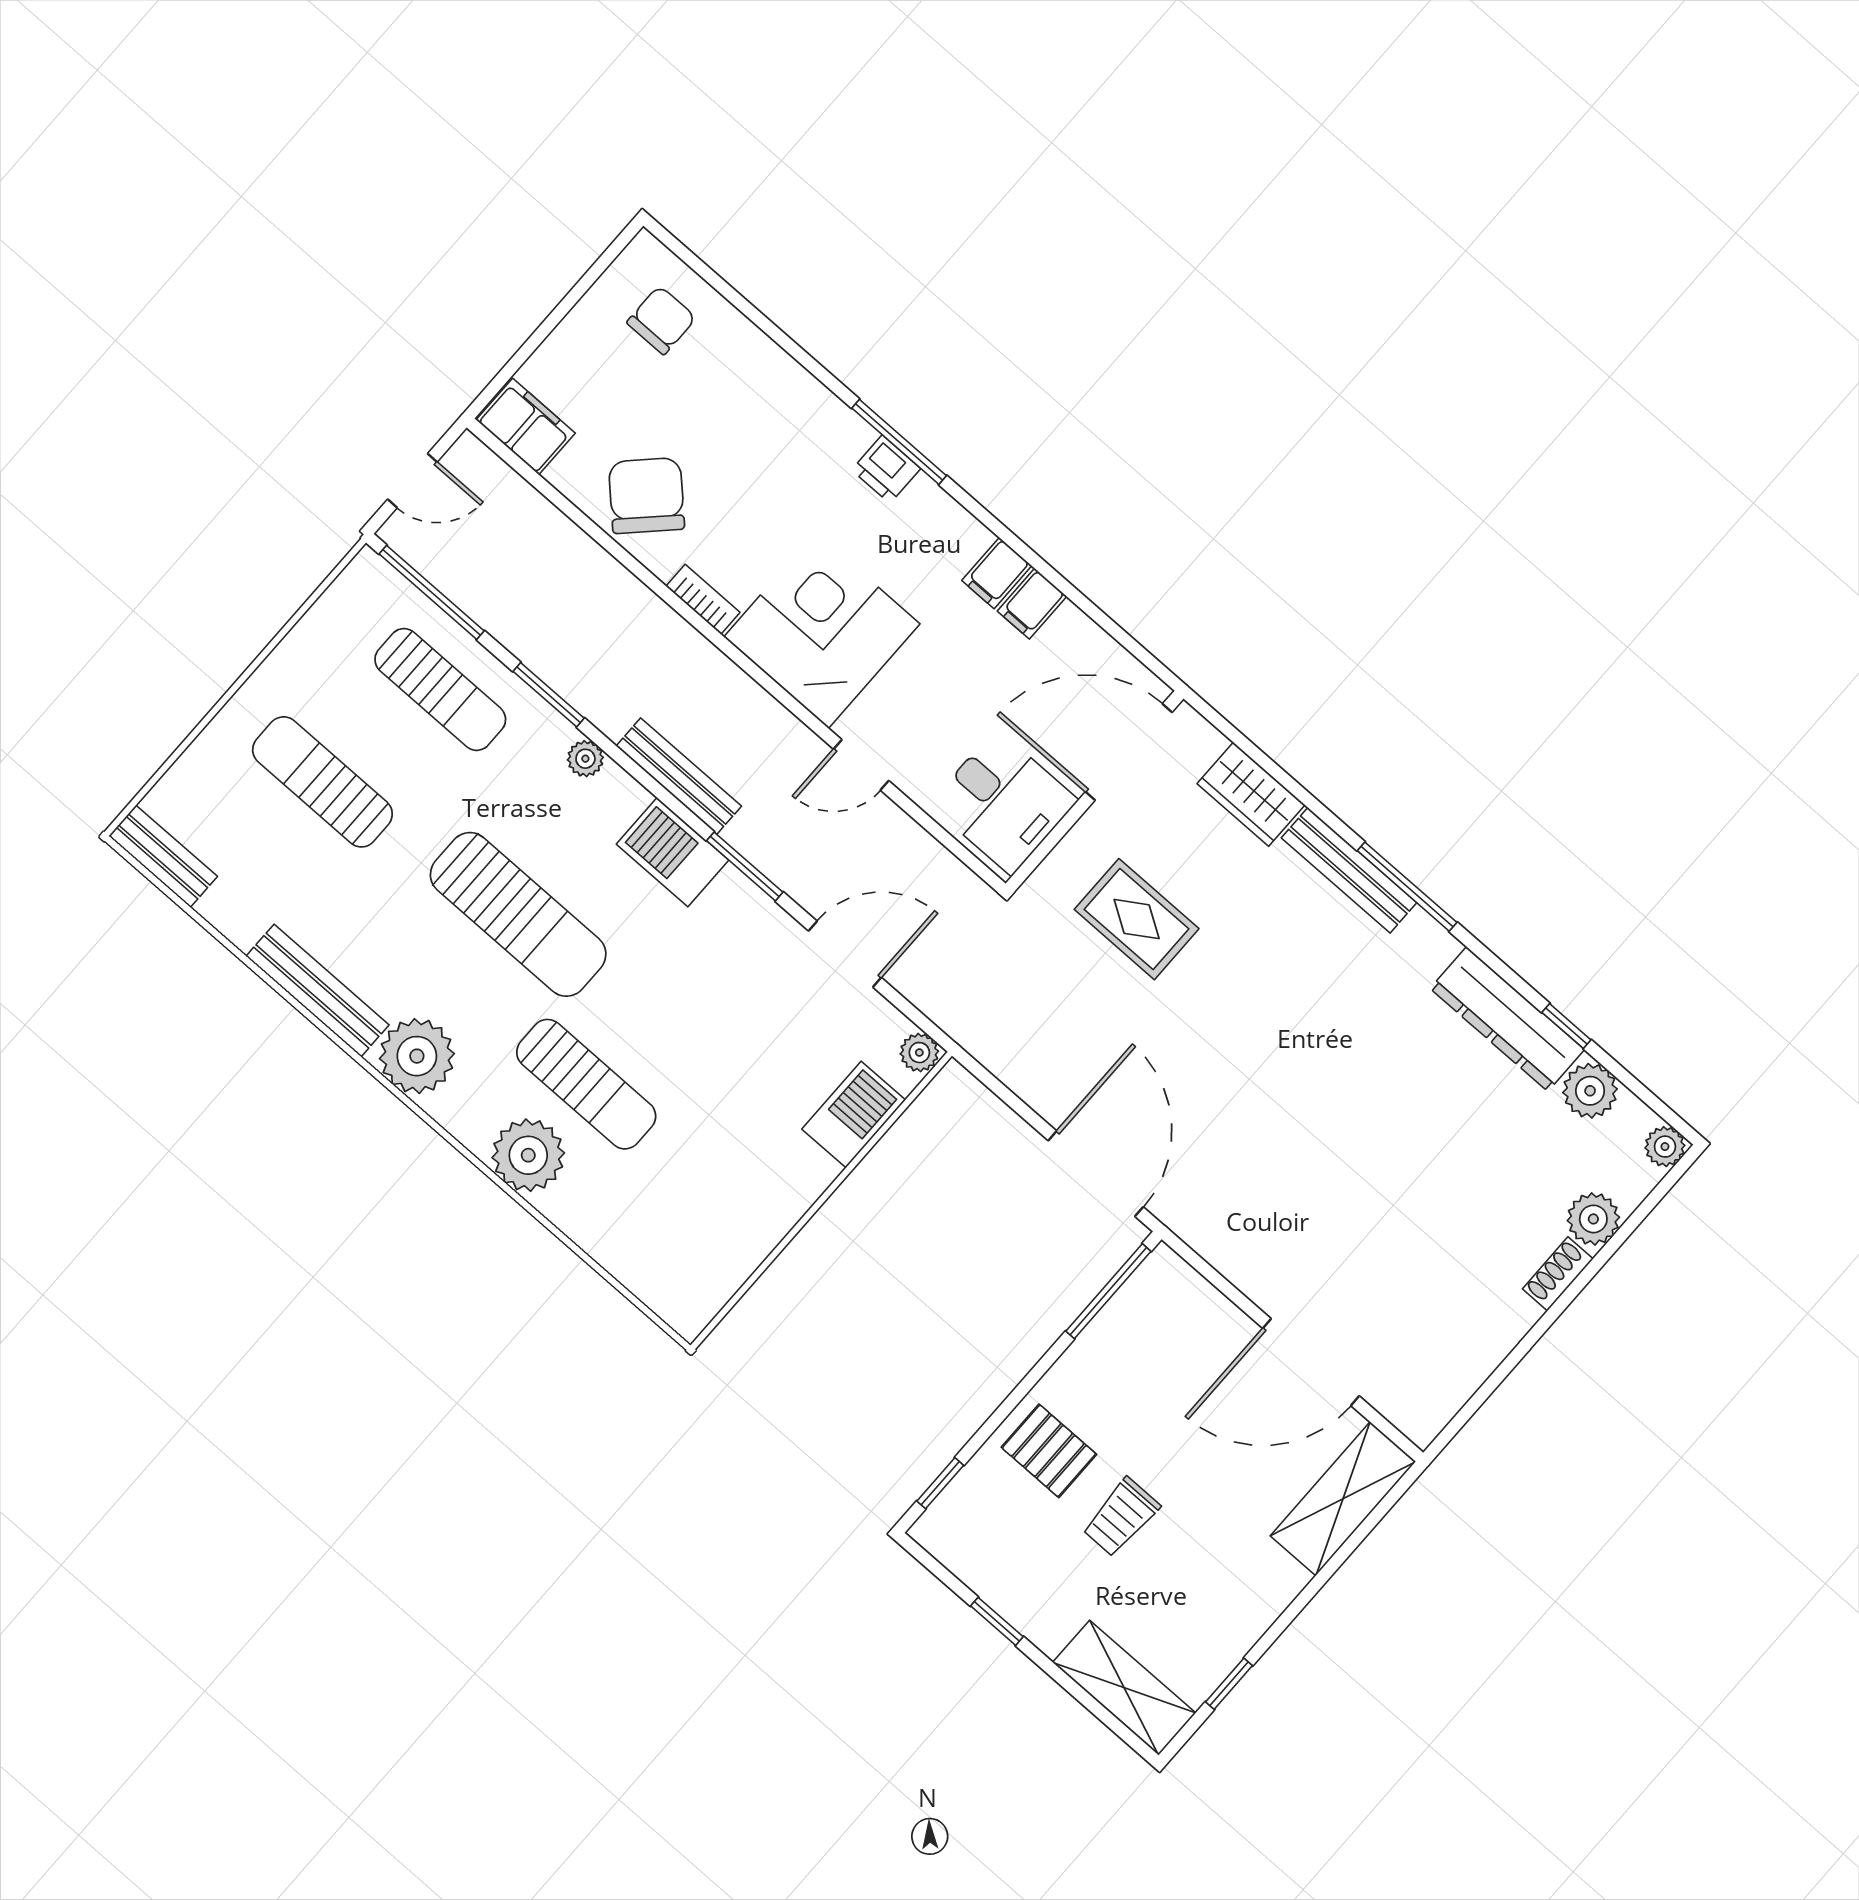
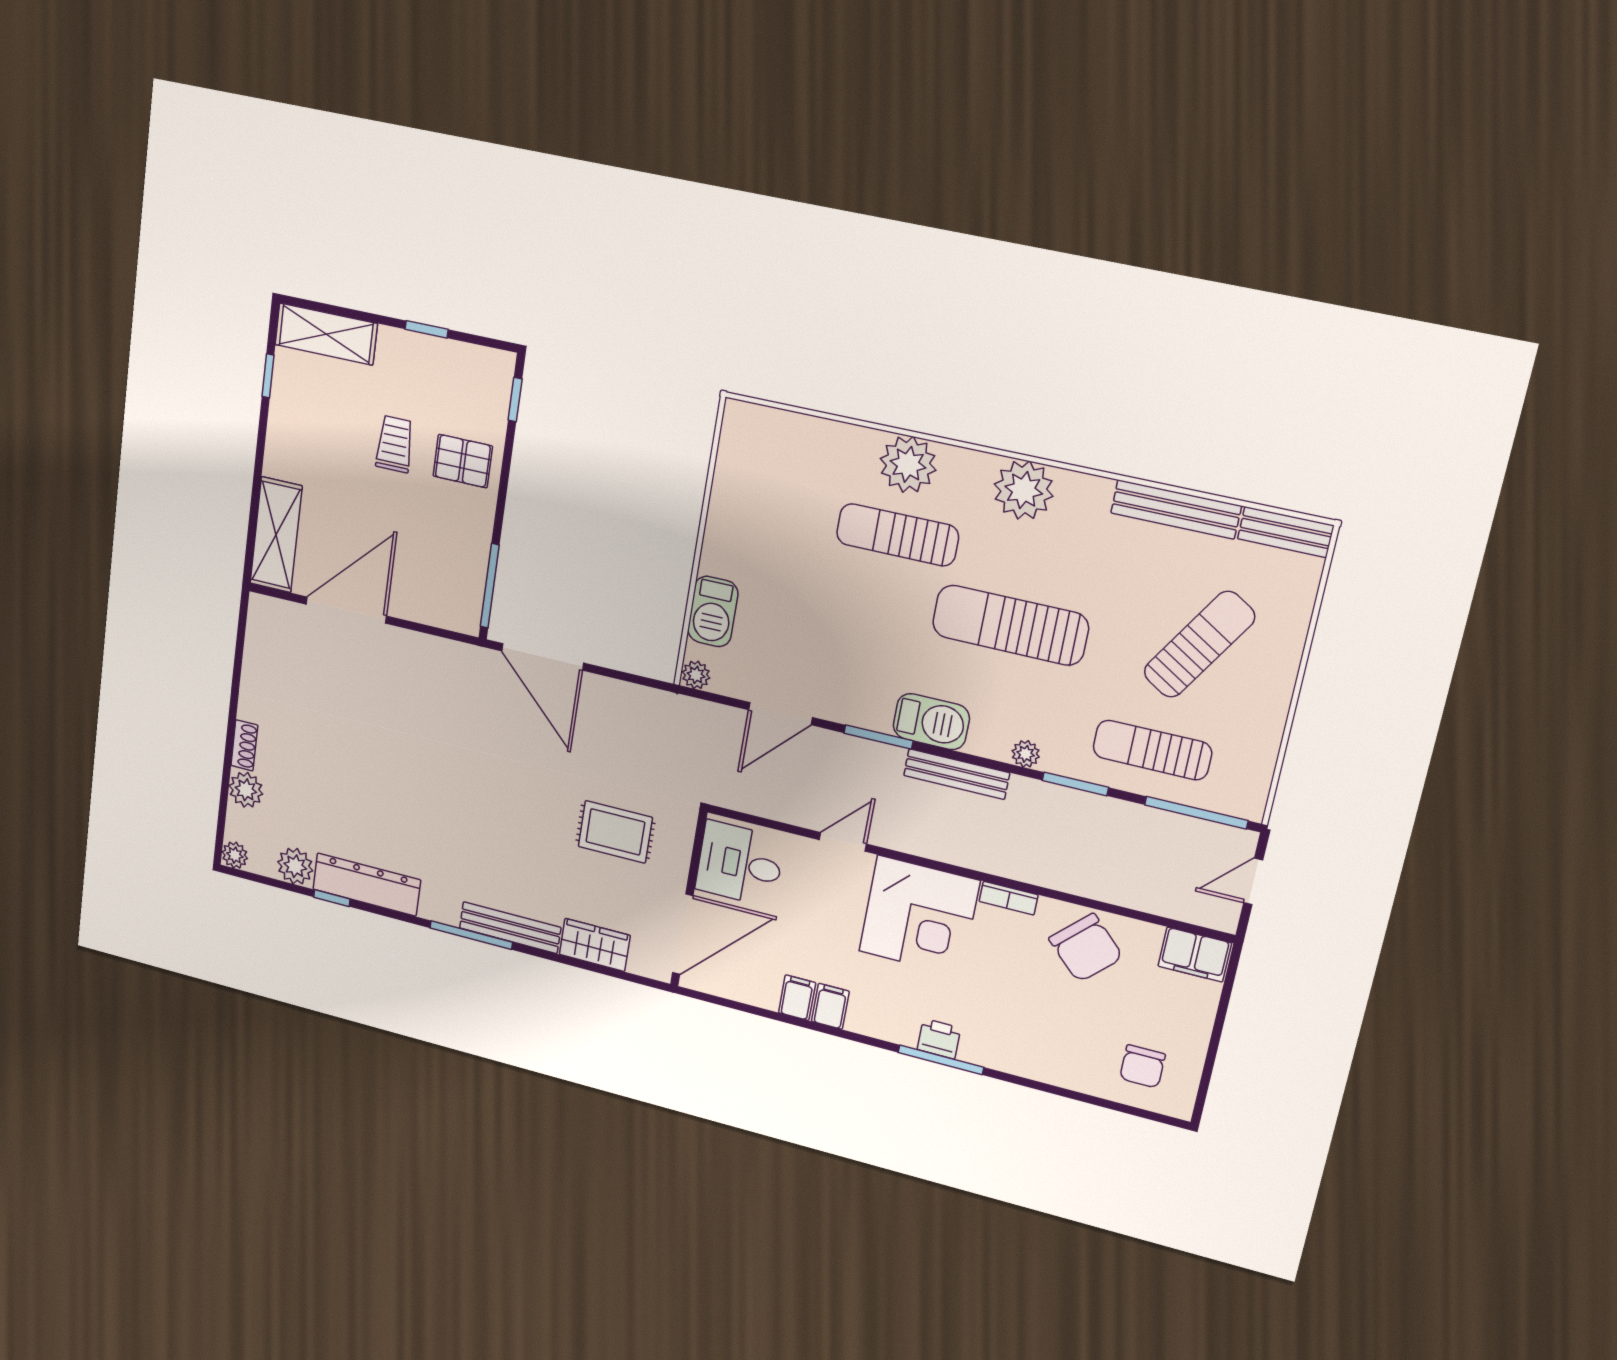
sun lounger: (322, 782) -> (1199, 644), turned -58
bench: (317, 991) -> (1176, 509), moved

